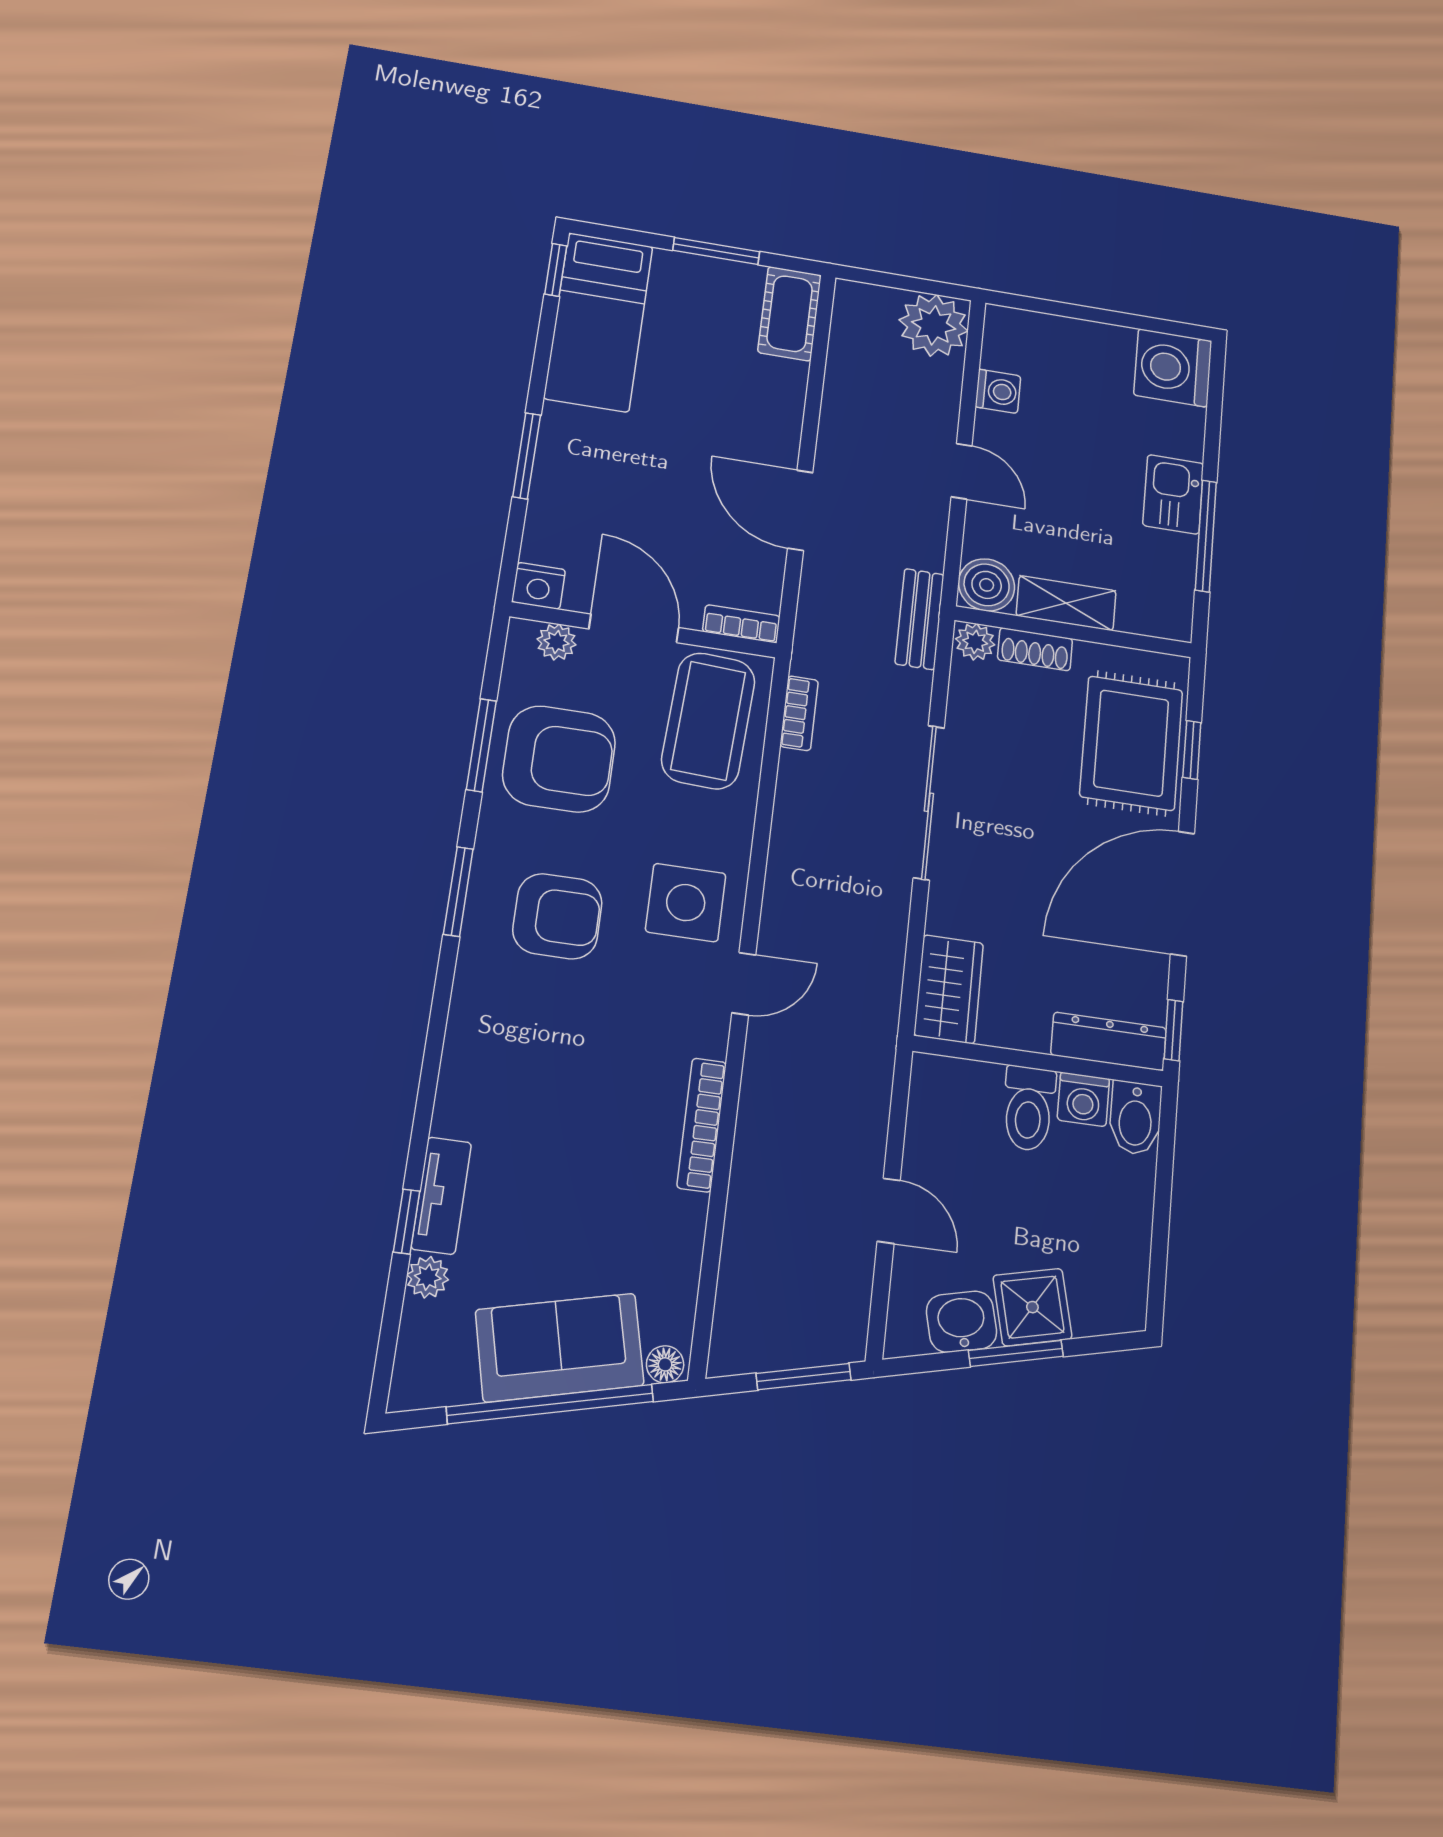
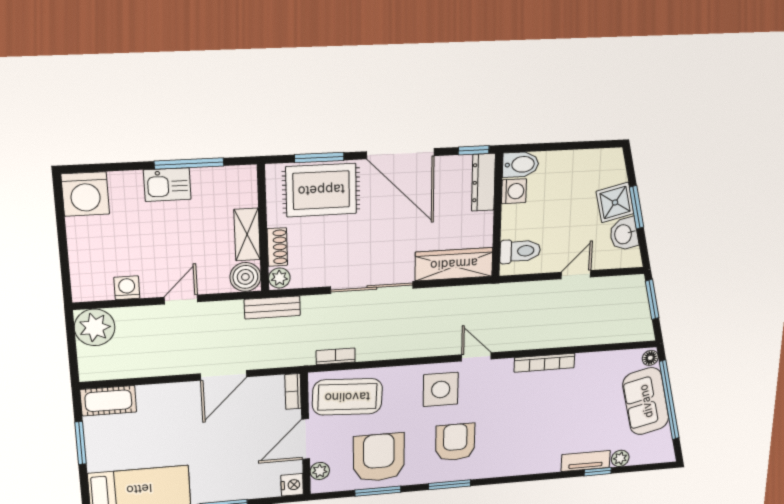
window: (1192, 750) -> (319, 157), width x1.50
wardrobe: (949, 989) -> (454, 264), width x1.50
toilet: (1029, 1108) -> (520, 251), moved

